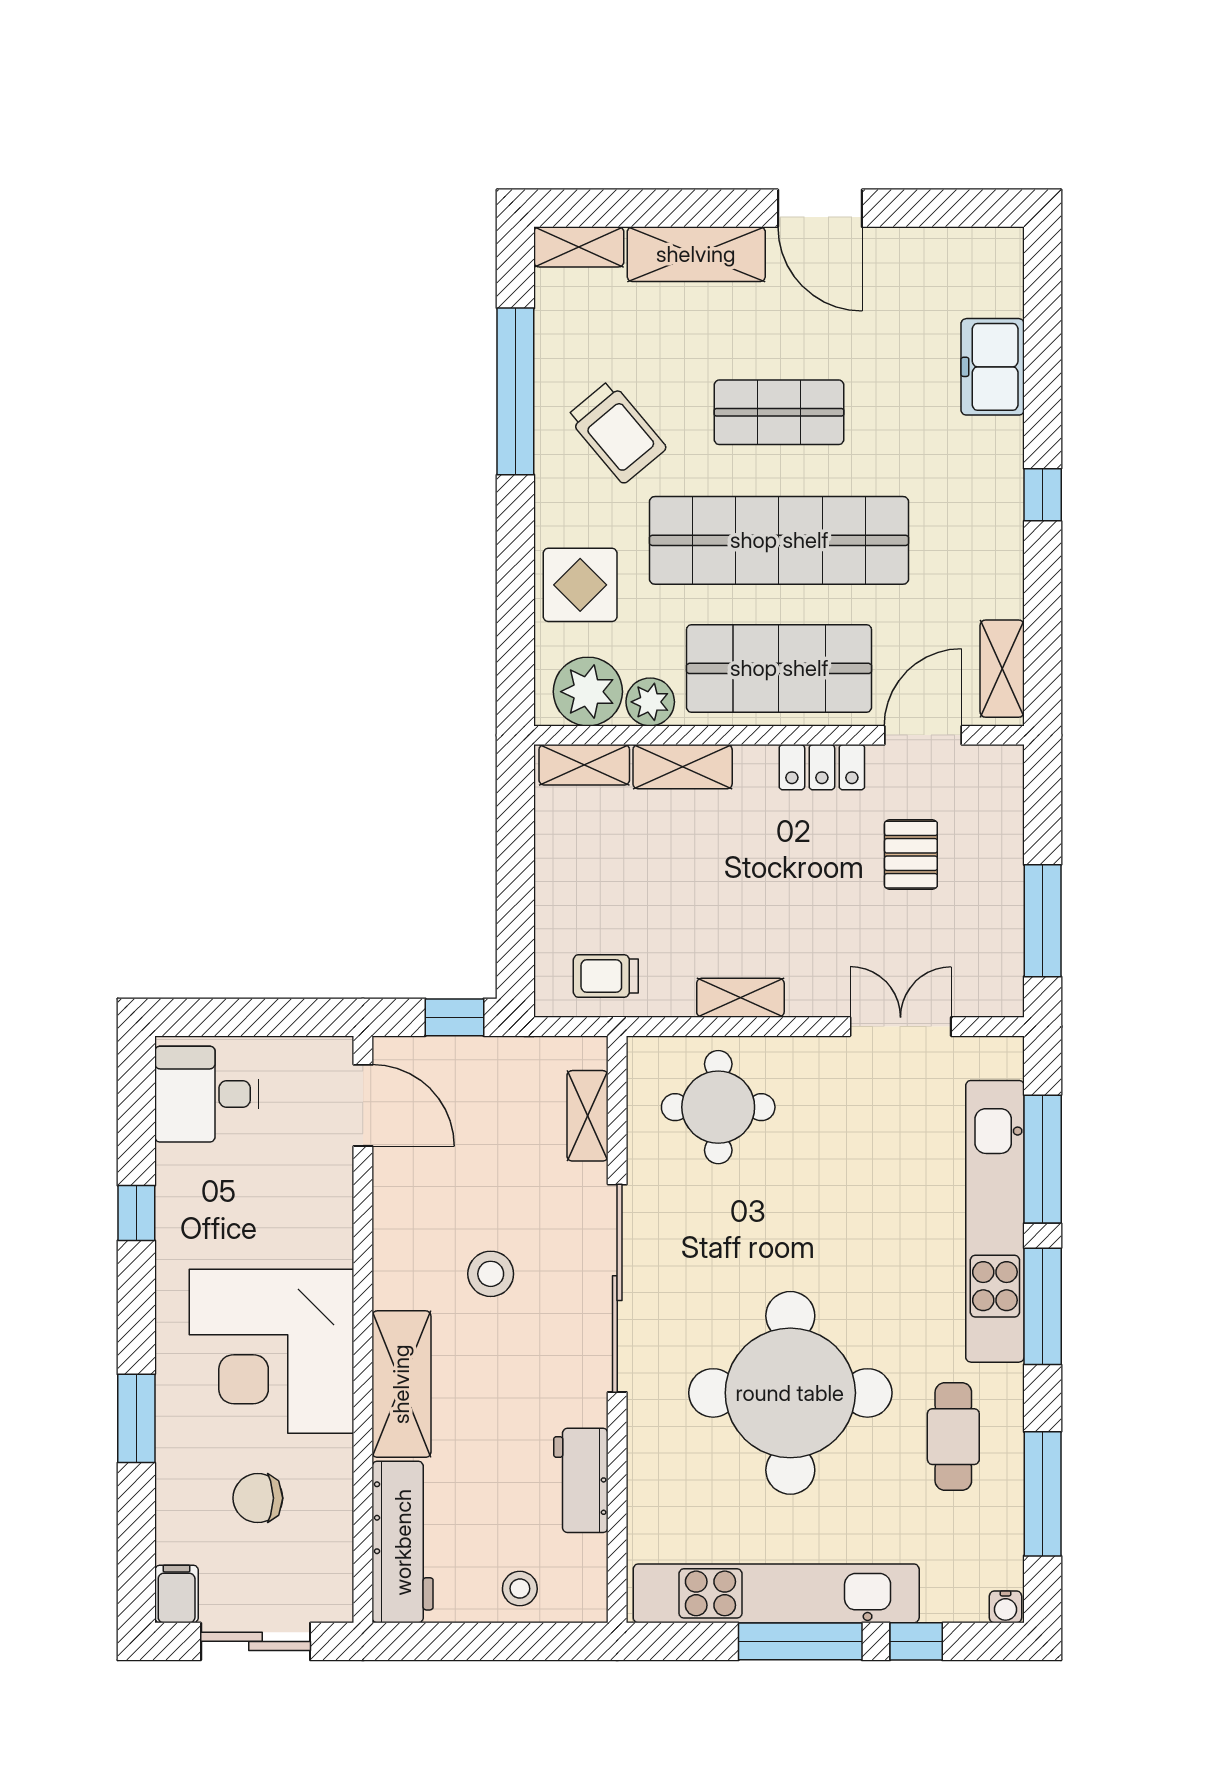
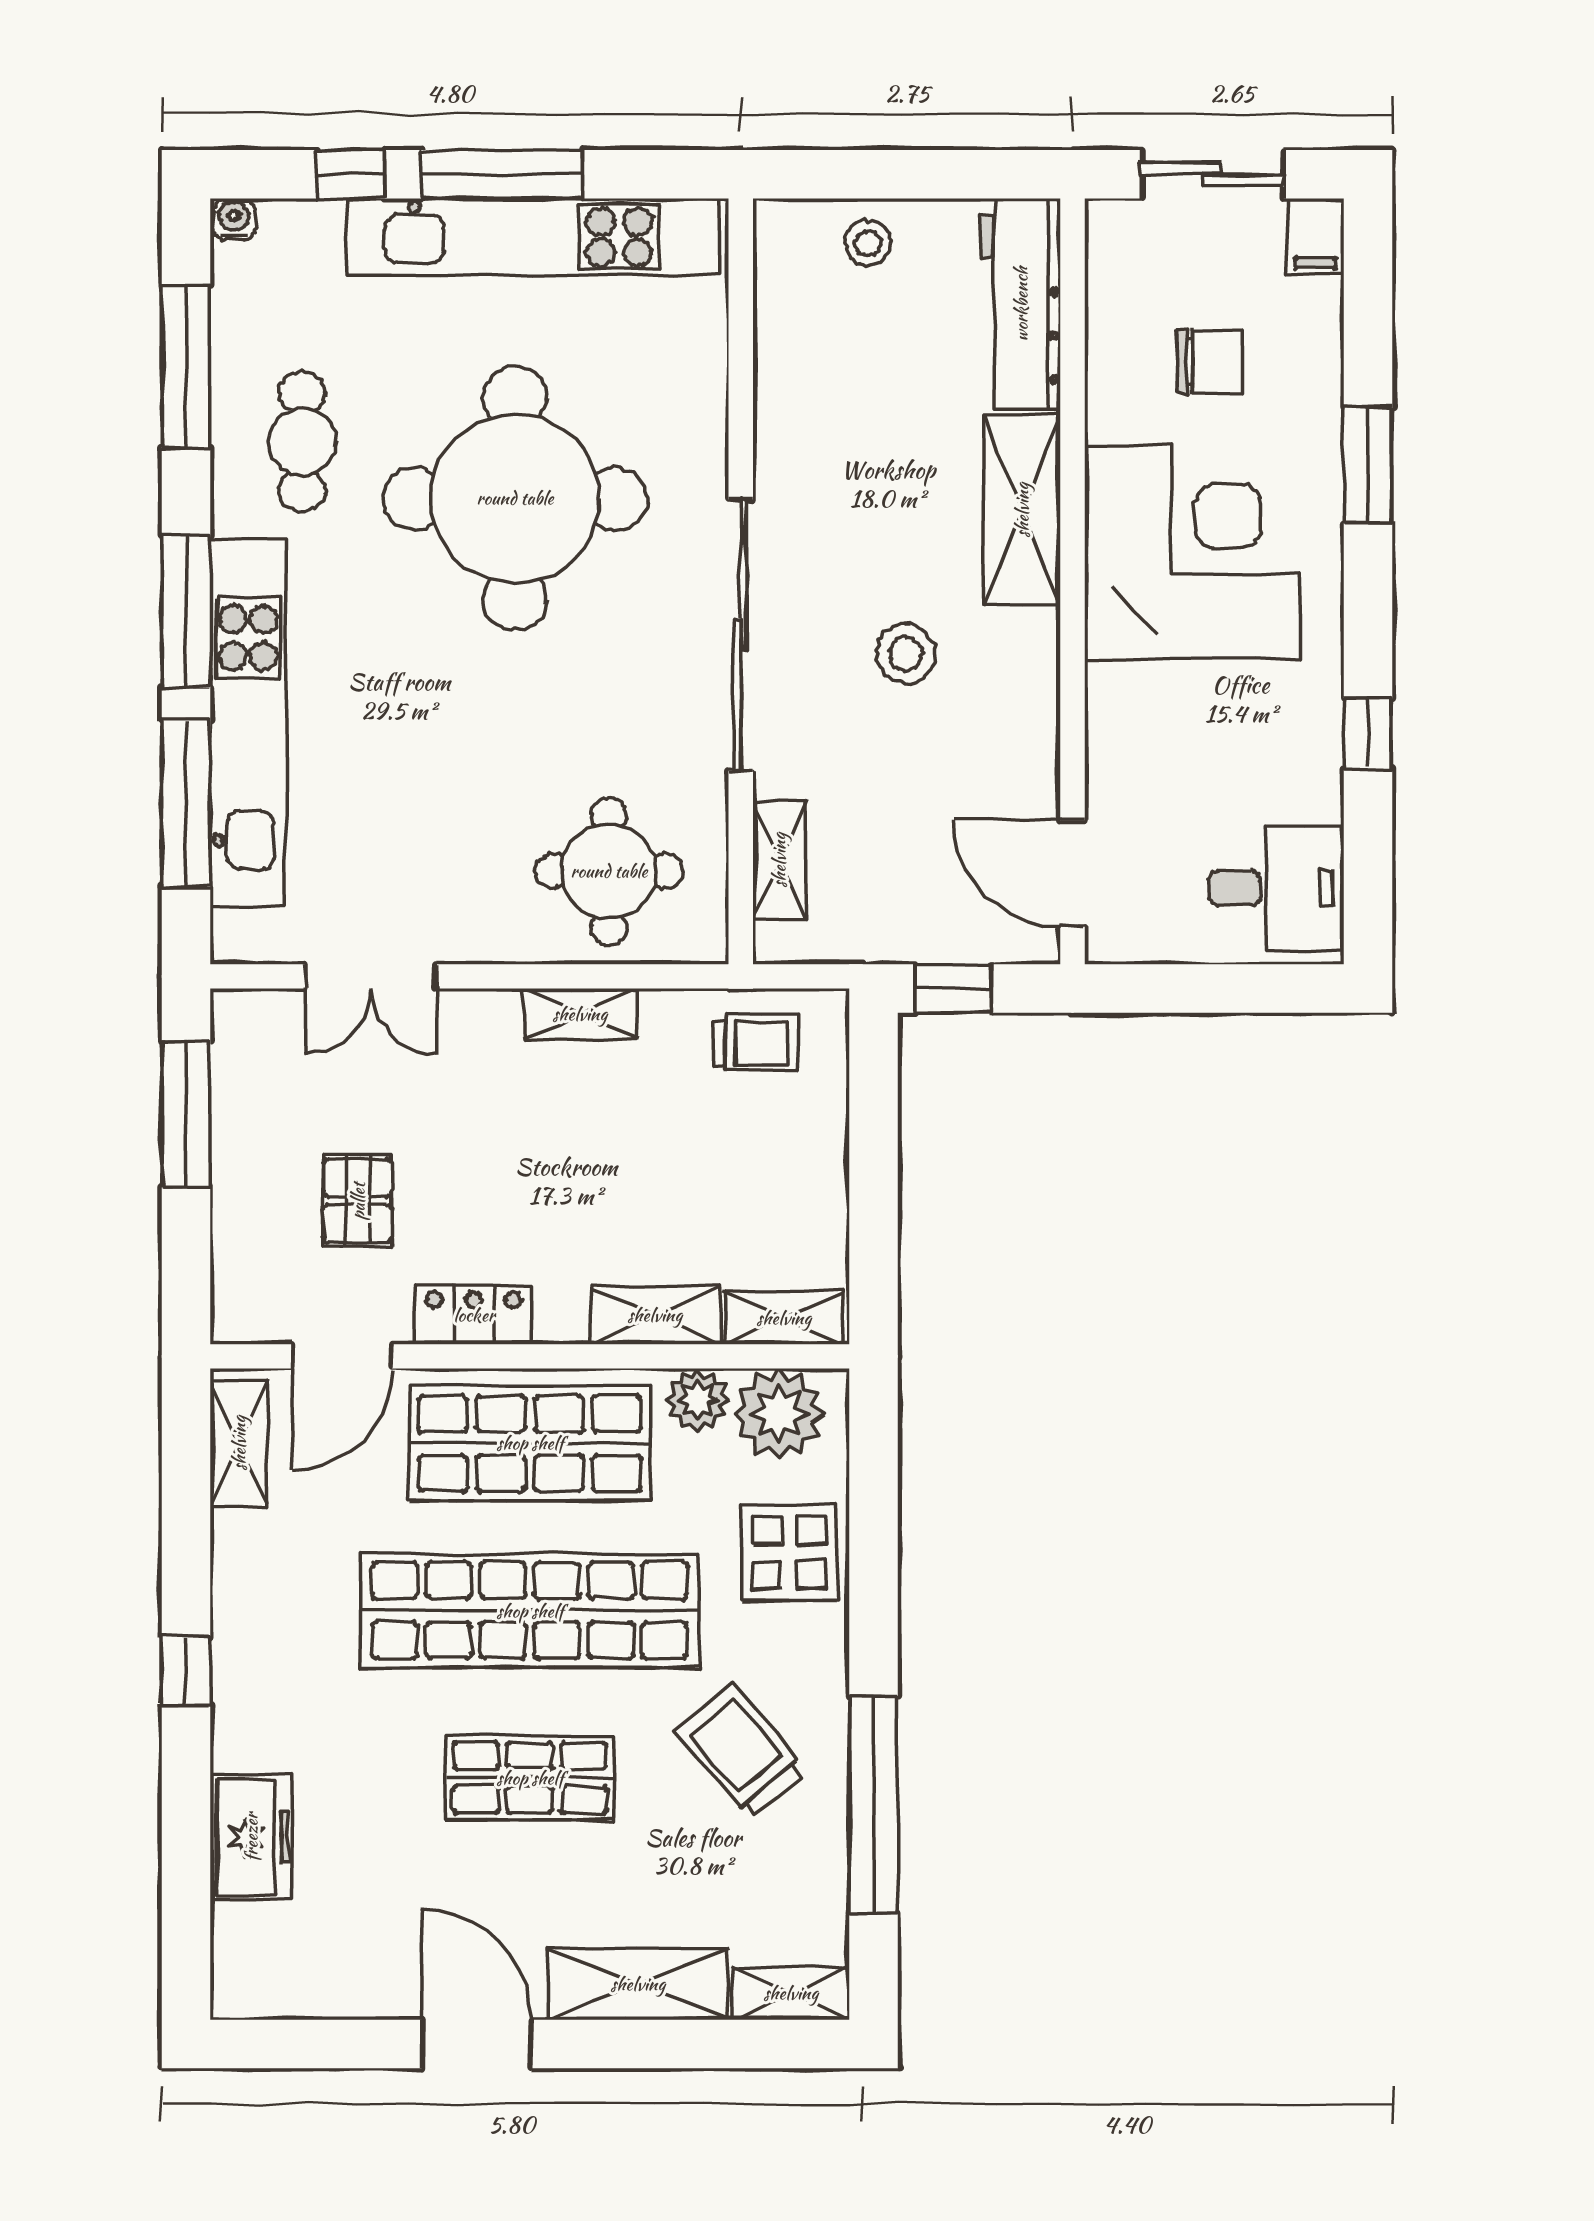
workbench: (581, 1480) -> (788, 384), removed

